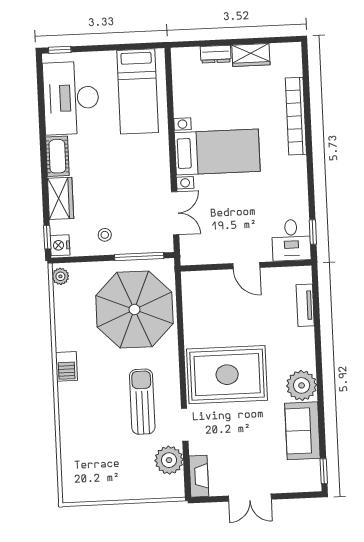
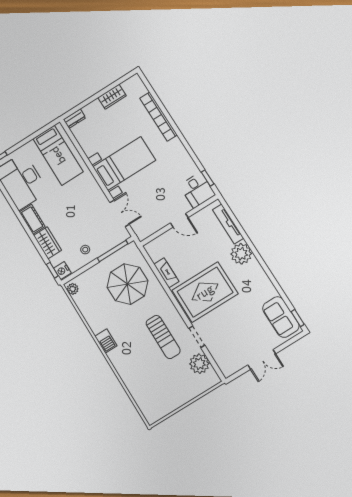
dresser: (216, 54) -> (74, 119), moved
tv unit: (305, 305) -> (228, 224), width x1.41
parasol: (134, 310) -> (127, 284), width x0.73, depth x0.73
plant: (302, 385) -> (241, 254), moved
sun lounger: (142, 402) -> (163, 337), turned 180
sofa: (302, 431) -> (281, 317), moved
fireplace: (199, 476) -> (166, 273), moved

